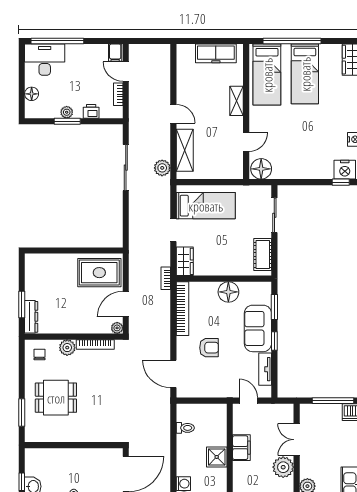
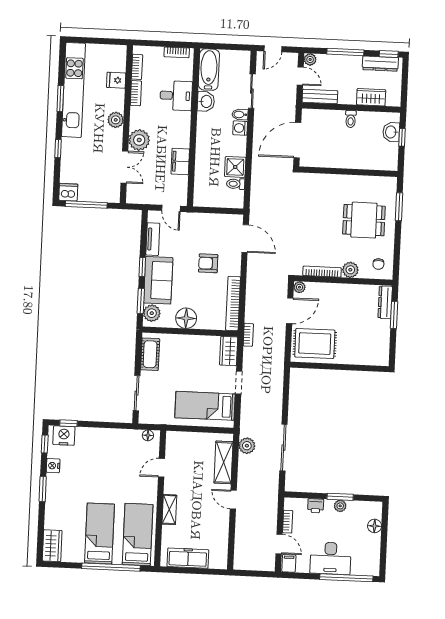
desk: (45, 60) -> (330, 558), moved
floor lamp: (261, 169) -> (148, 435), width x0.53, depth x0.53
plant: (263, 295) -> (152, 313), added
shower: (217, 457) -> (235, 167), moved

